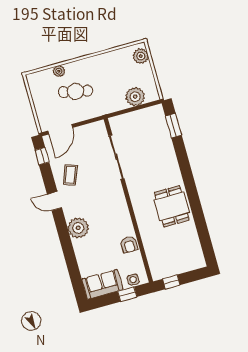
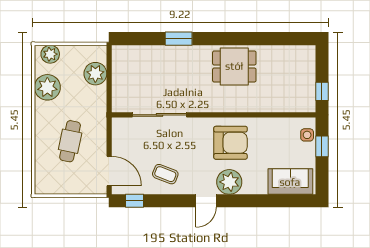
plant: (59, 71) -> (47, 87), moved, width x1.88, depth x1.88
window: (173, 126) -> (179, 39), moved
door: (54, 201) -> (206, 201), moved
armchair: (129, 245) -> (230, 143), moved, width x1.88, depth x1.88
sofa: (102, 284) -> (290, 182), moved, turned 90

